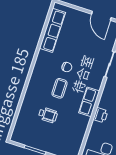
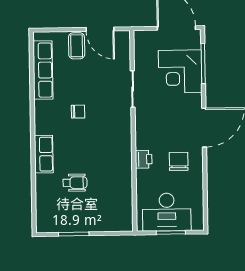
coffee table: (59, 88) -> (77, 46), moved
row of seats: (89, 102) -> (44, 154), moved, turned 180

